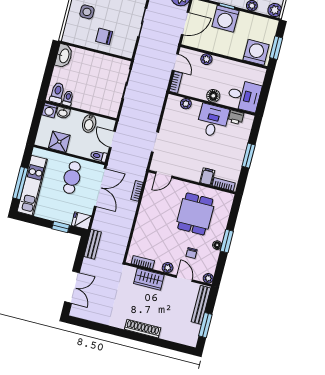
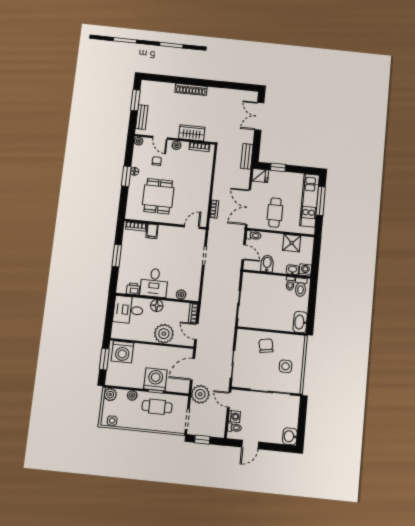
chair: (104, 36) -> (266, 346), turned -100
plant: (206, 59) -> (164, 334), width x1.87, depth x1.87
bench: (201, 305) -> (142, 117), width x0.73

